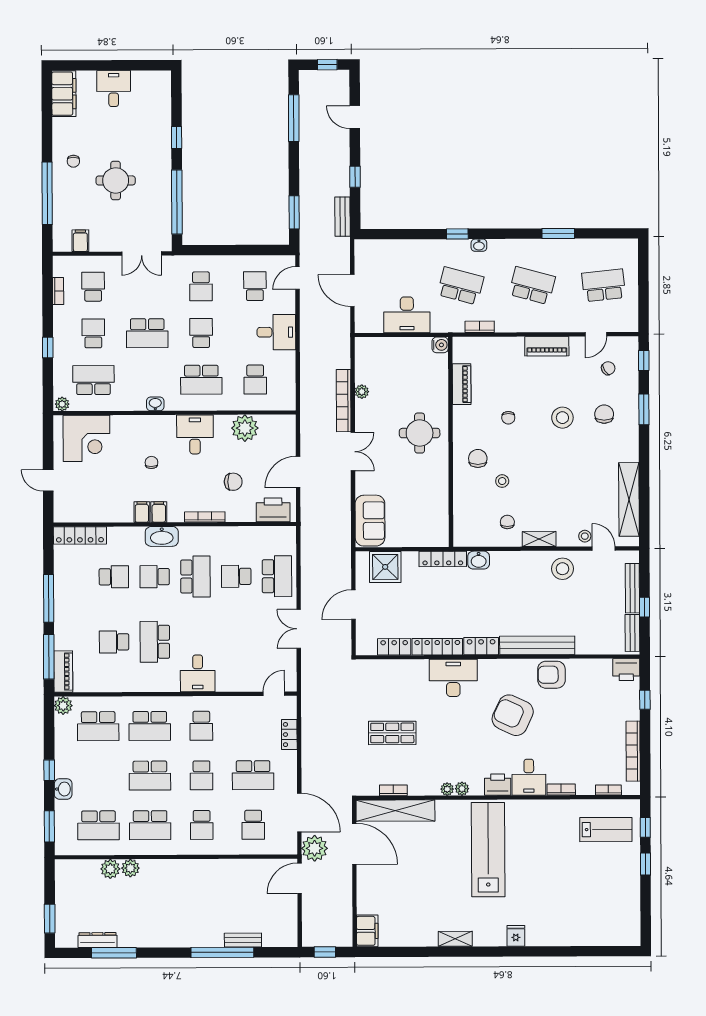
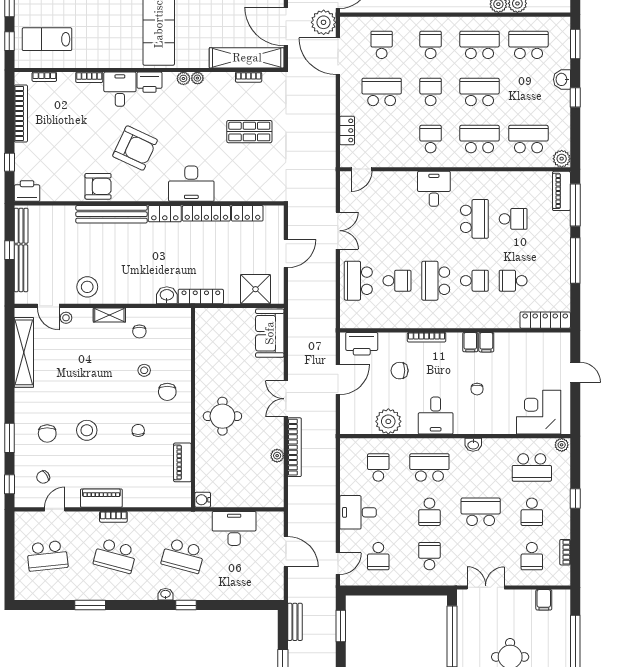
bookcase: (480, 327) -> (113, 517), moved
washbasin: (162, 536) -> (467, 319), removed

